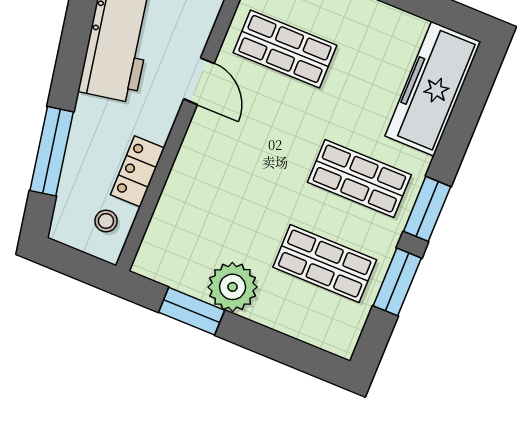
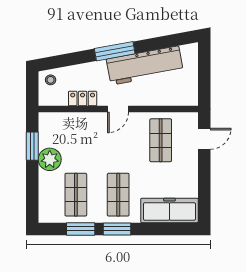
door: (199, 81) -> (118, 109), moved
window: (52, 151) -> (115, 51), moved
stool: (106, 221) -> (51, 80), moved

